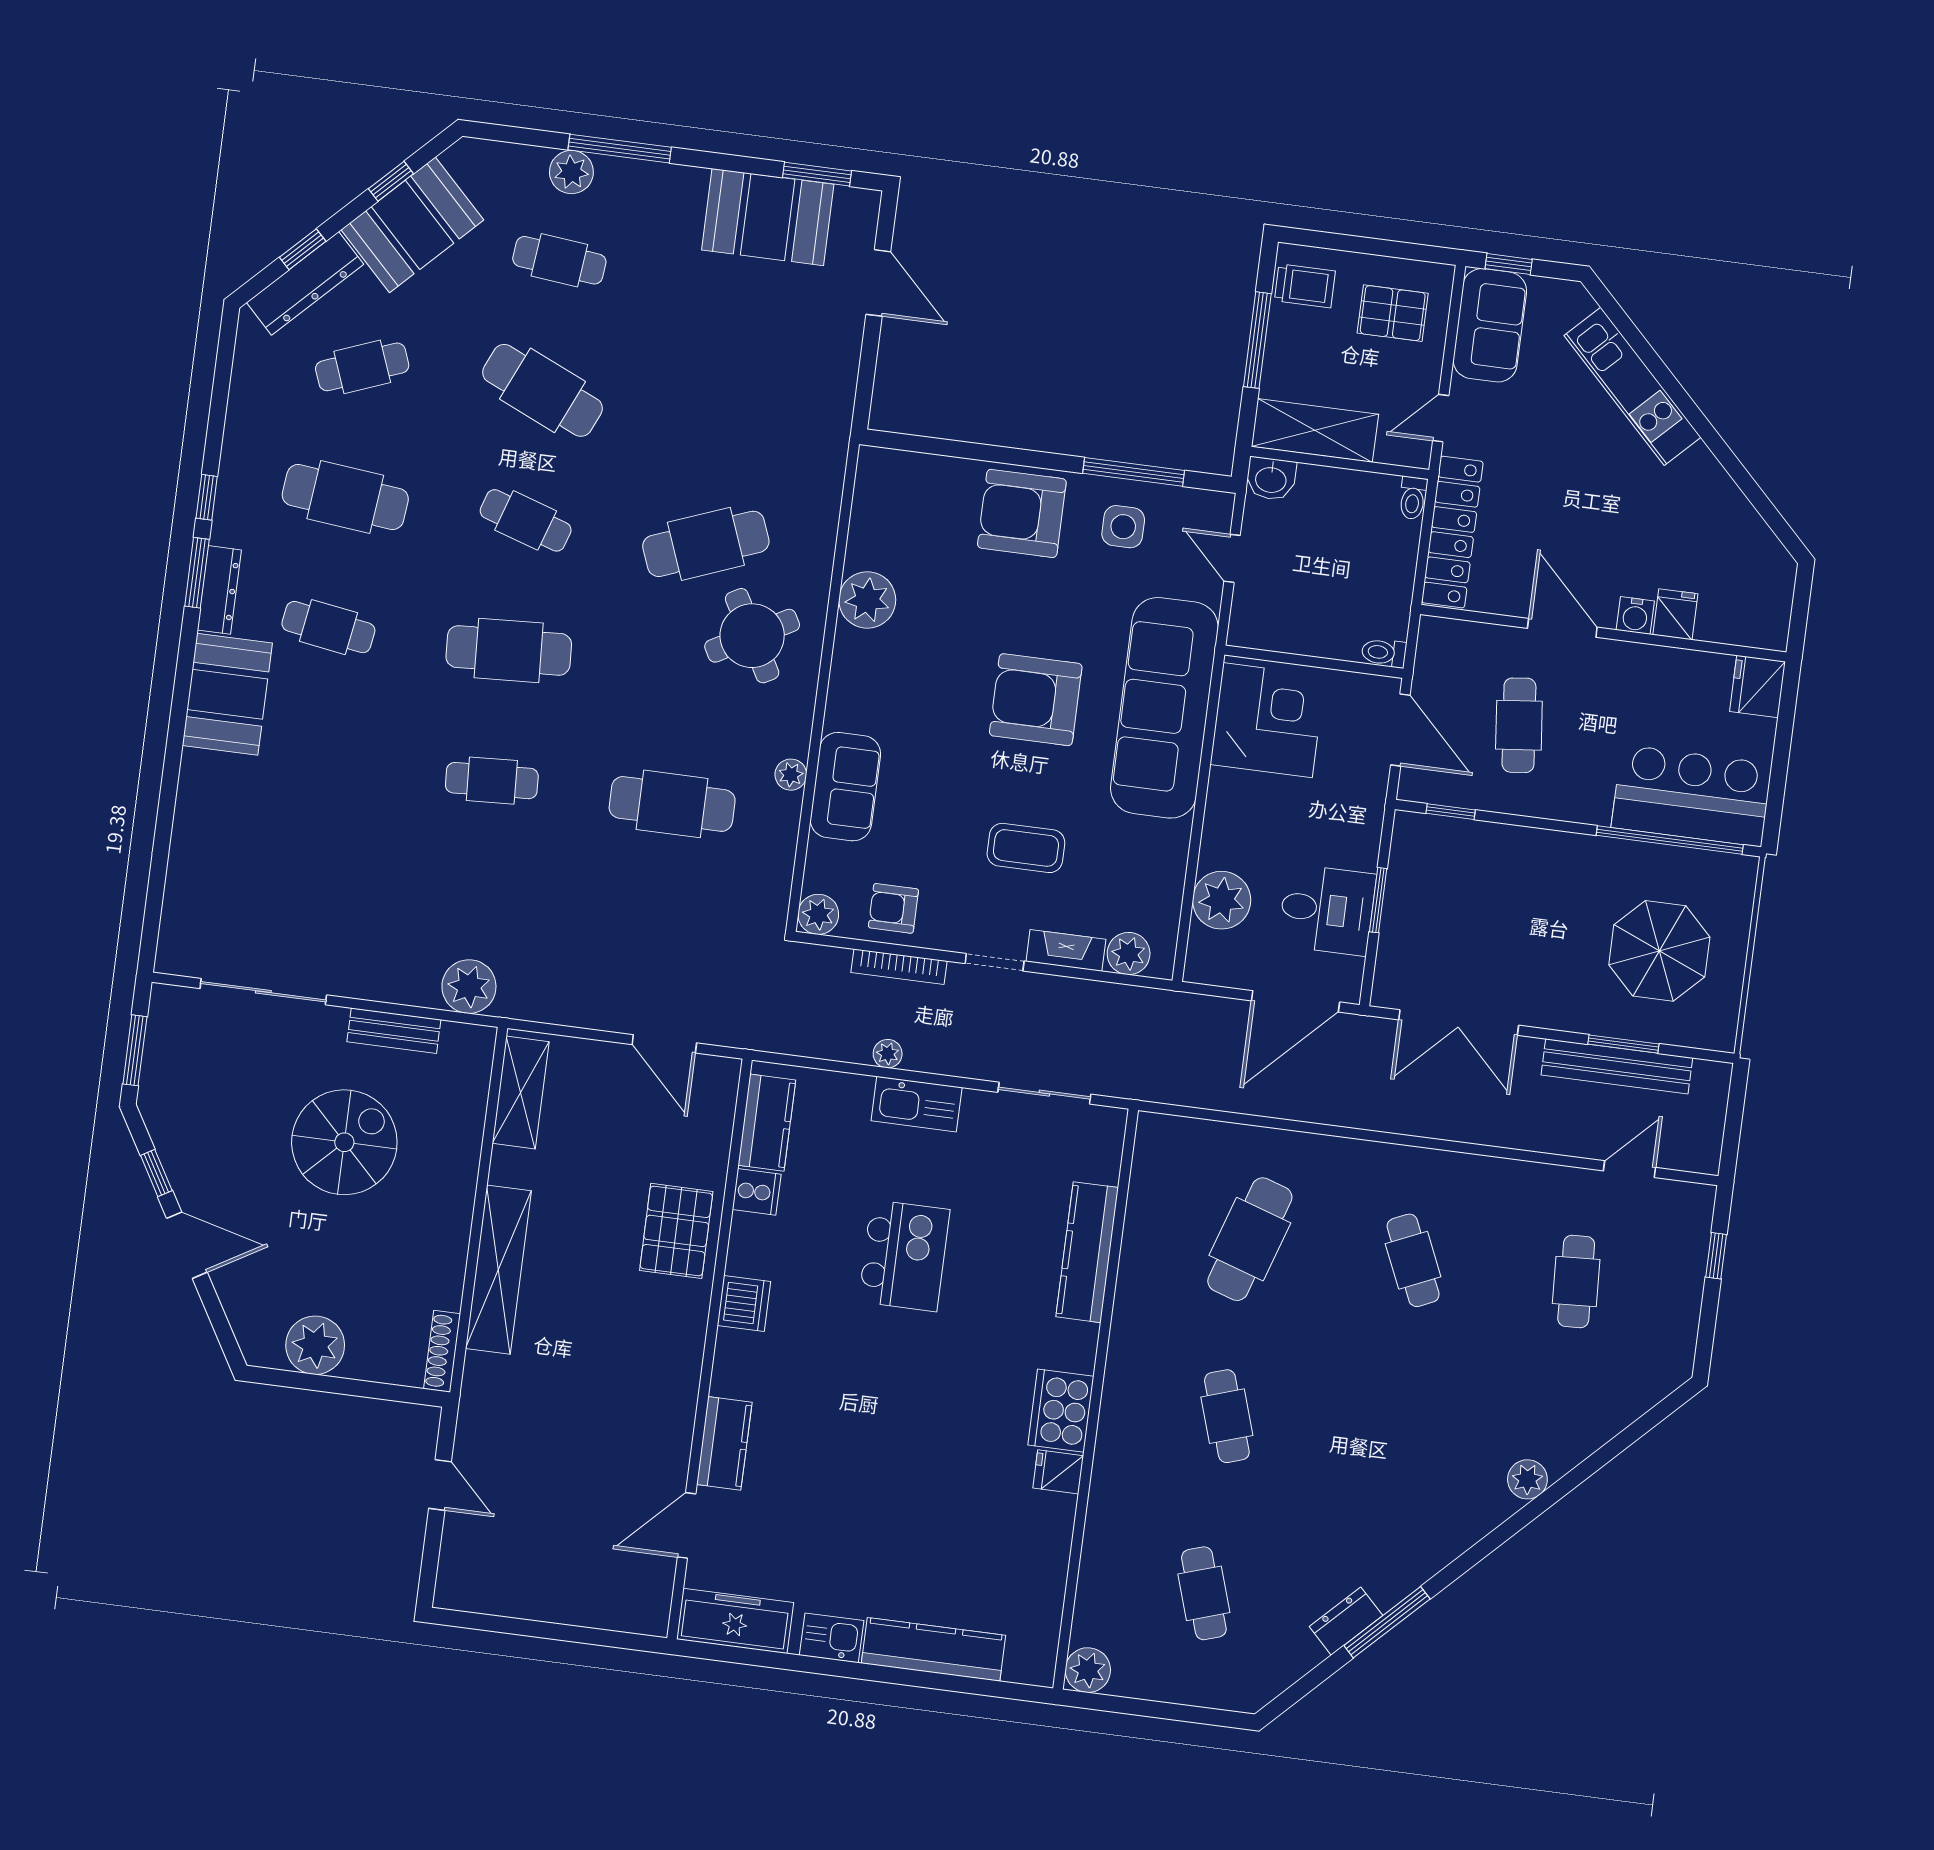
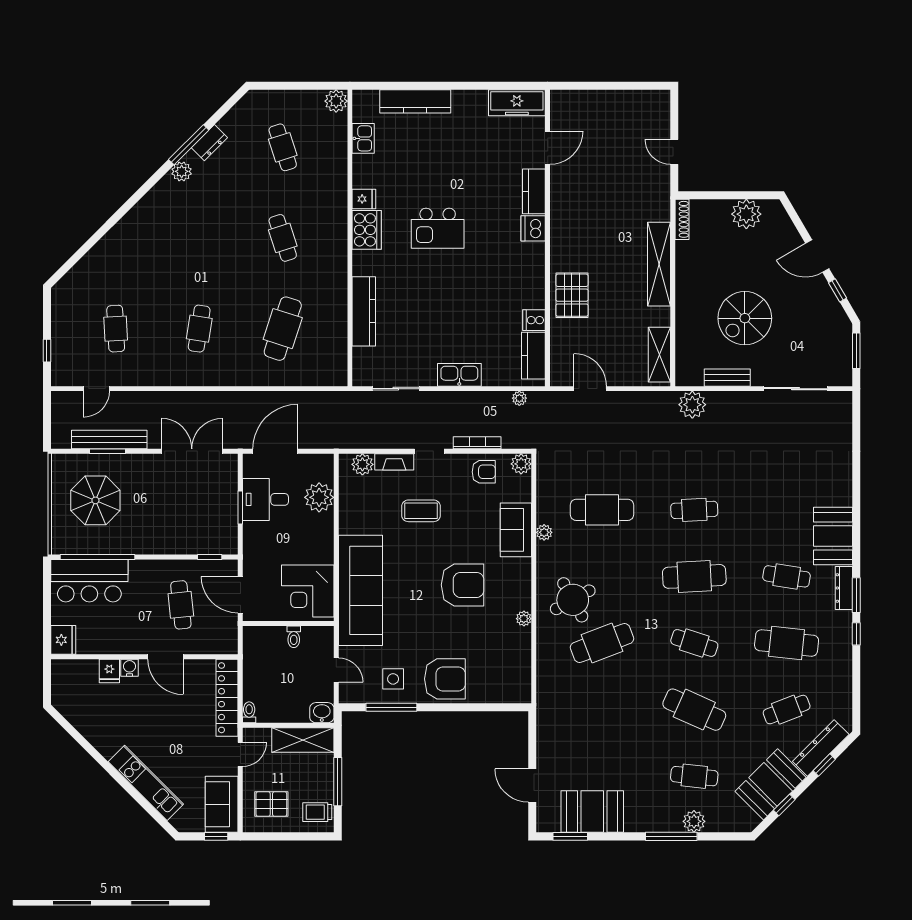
plant: (867, 600) -> (524, 619), width x0.53, depth x0.53
toilet: (1384, 653) -> (294, 637), moved, turned 90
armchair: (1036, 700) -> (463, 585), moved
plant: (888, 1054) -> (519, 398), moved
kitchen island: (904, 1256) -> (438, 228), moved, turned -90
cafe table: (1413, 1260) -> (199, 329), turned 33
dishwasher: (744, 1303) -> (533, 228), moved
plant: (1527, 1479) -> (182, 171), moved
kitchen sink: (832, 1638) -> (363, 138), moved, turned -90

